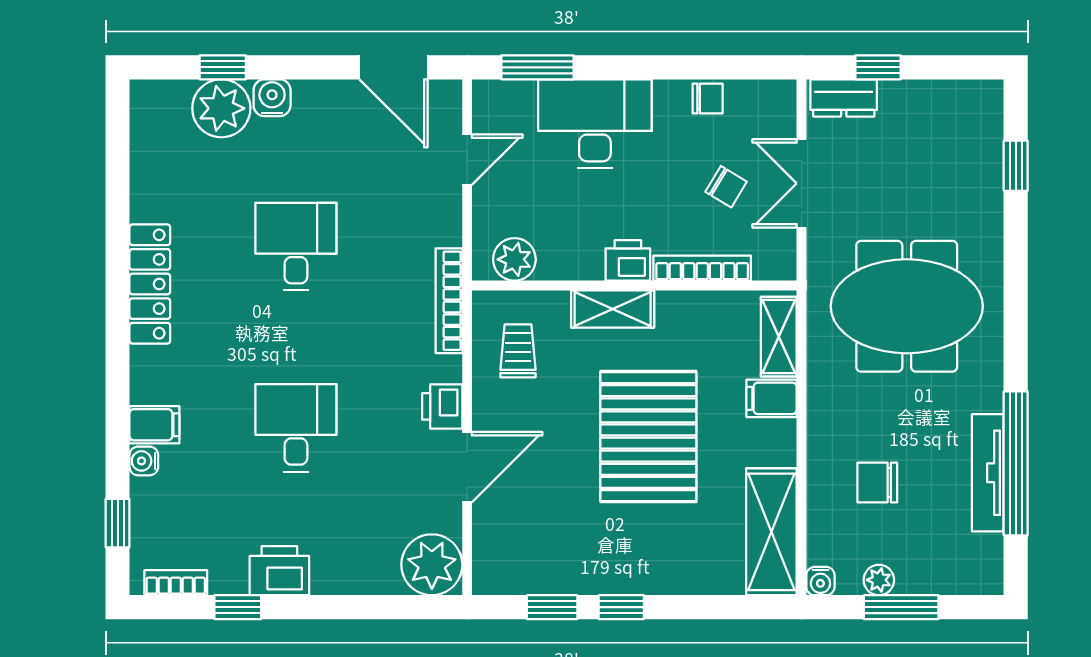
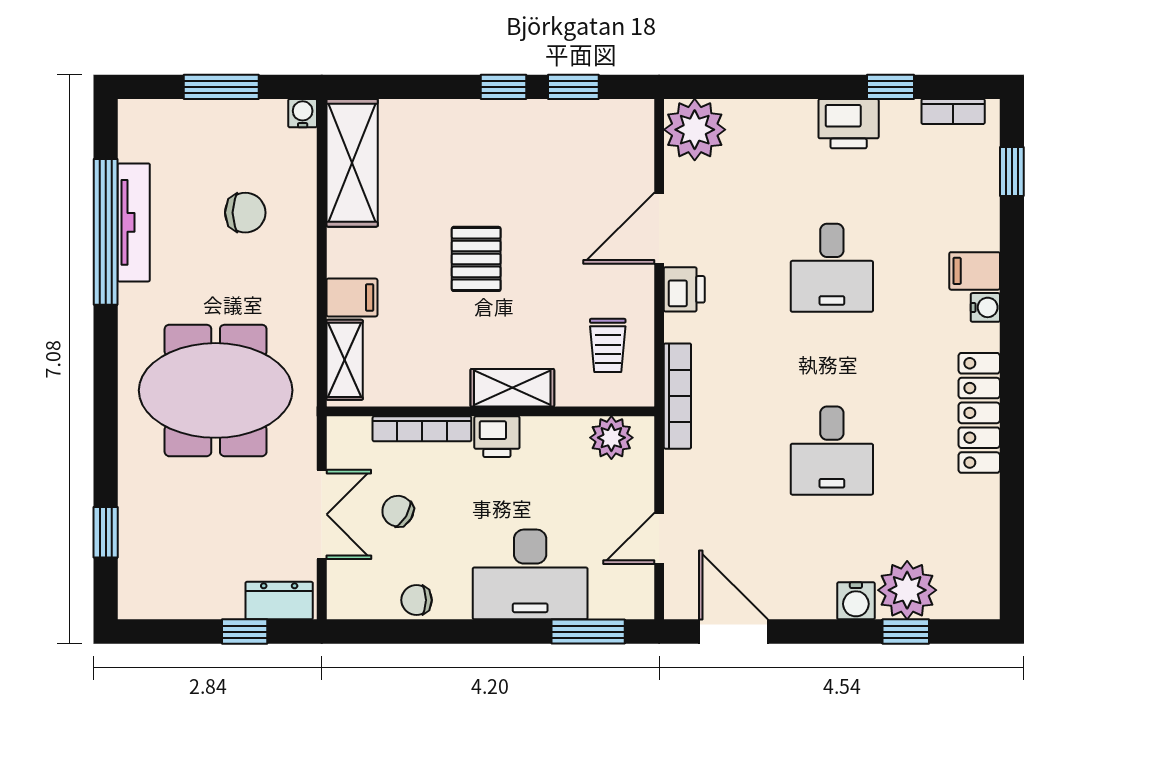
pallet: (648, 437) -> (476, 259), width x0.49, depth x0.50
water cooler: (144, 461) -> (985, 307), moved
plant: (879, 580) -> (244, 114), removed

